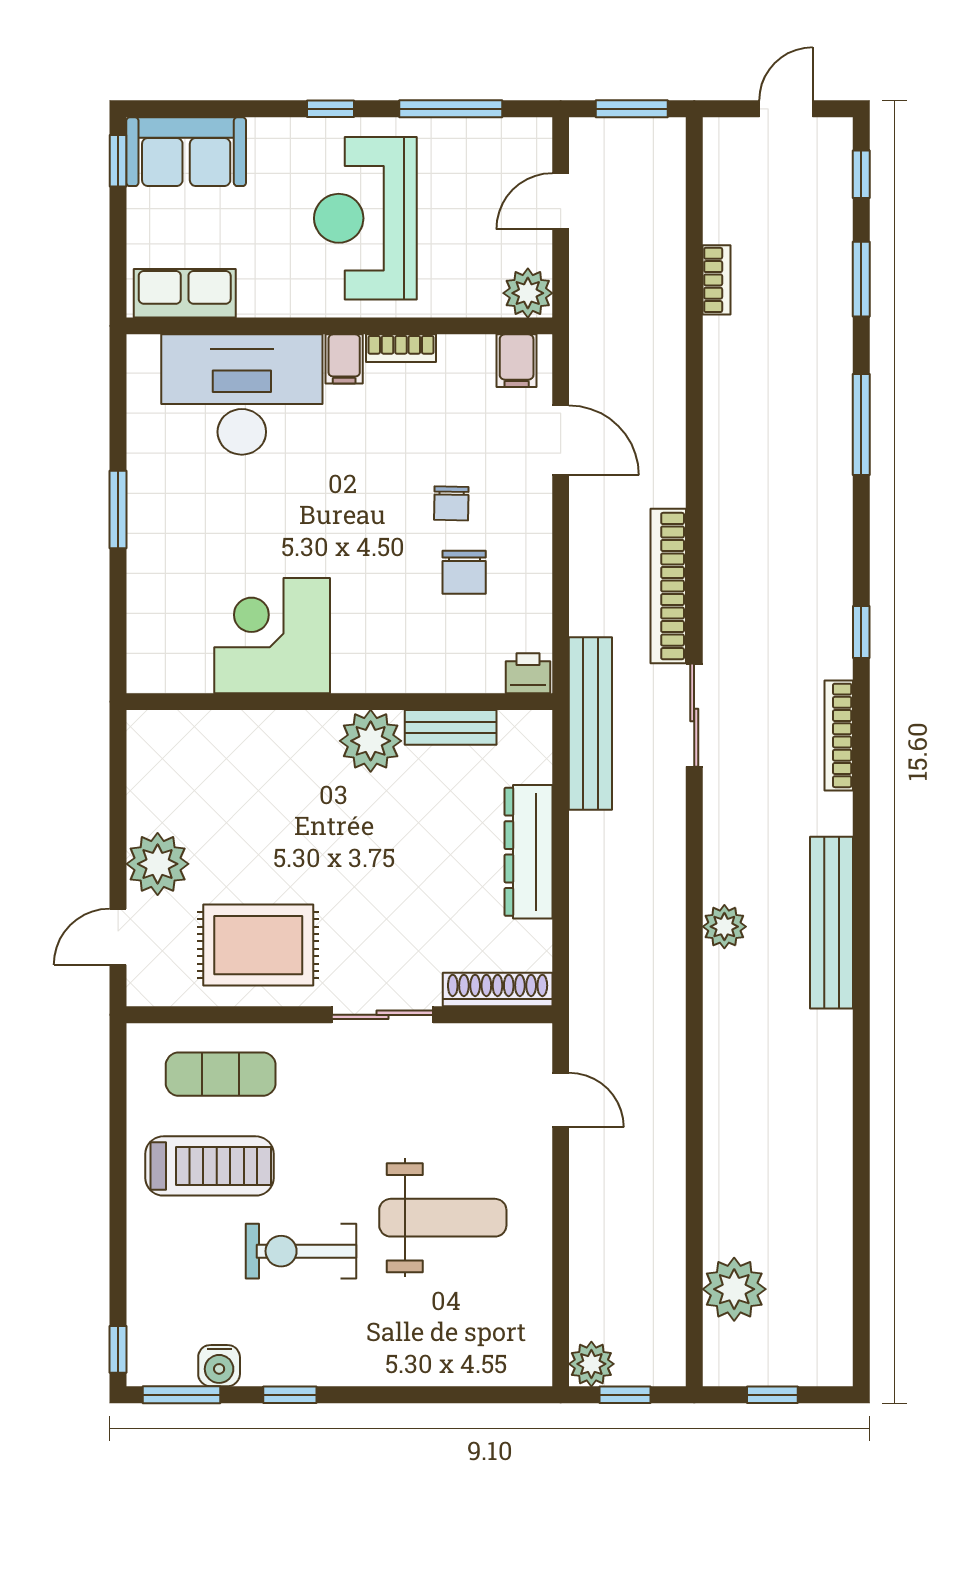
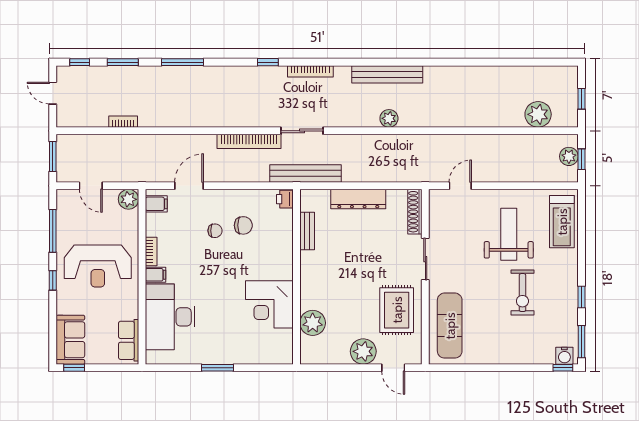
plant: (371, 741) -> (313, 323), moved
exercise mat: (221, 1074) -> (450, 326), width x1.36, depth x1.45
treadmill: (210, 1166) -> (562, 222), moved, turned 180
plant: (591, 1364) -> (569, 156), moved
water cooler: (219, 1366) -> (564, 356), moved, turned 90

